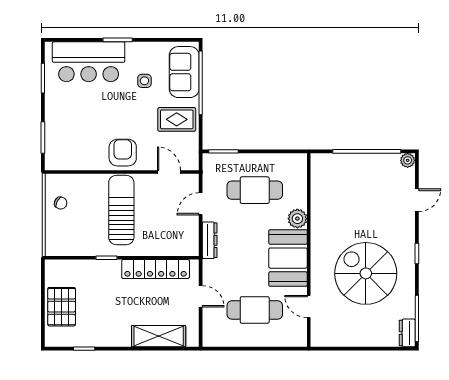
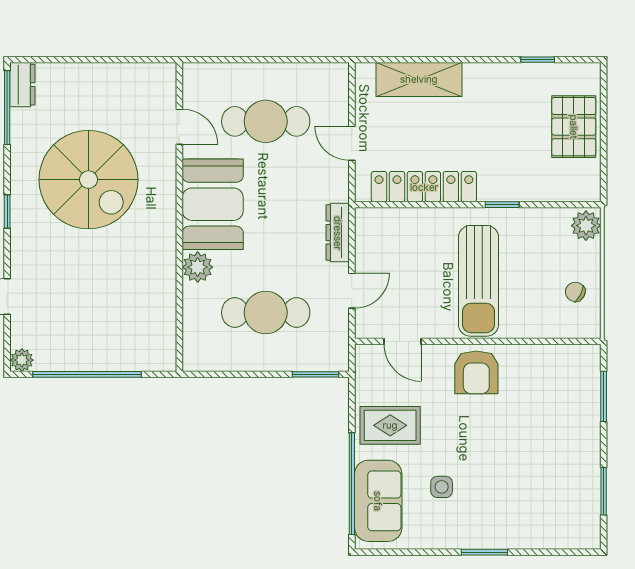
bar counter: (89, 62) -> (531, 517), removed
plant: (54, 245) -> (586, 226), added

